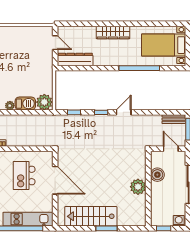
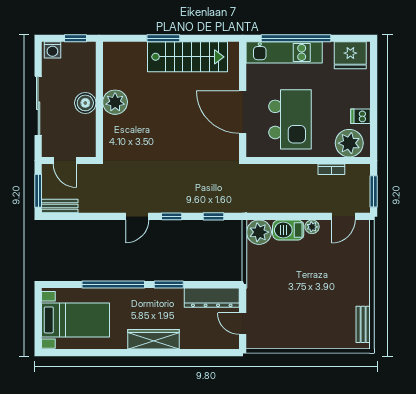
window: (103, 68) -> (169, 285), added
boiler: (157, 175) -> (85, 103), moved
kitchen island: (24, 176) -> (290, 119), width x1.37, depth x1.28

